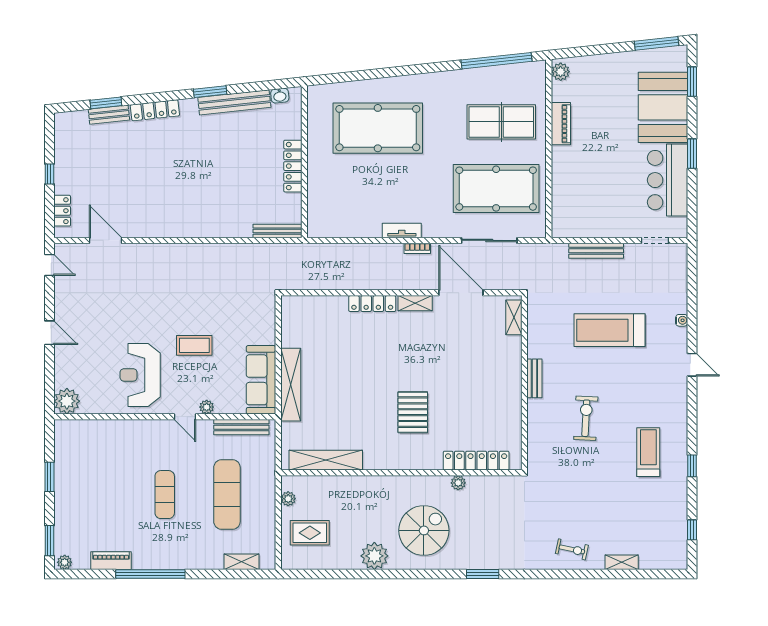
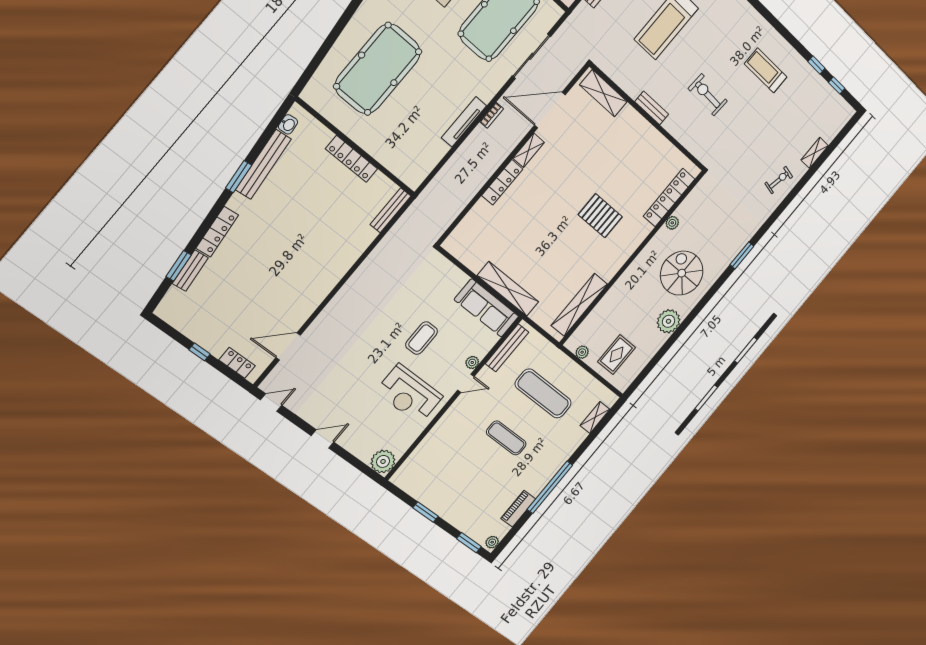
tv unit: (402, 230) -> (464, 122), width x1.41
shelving: (514, 317) -> (603, 93), width x1.50, depth x1.33
window: (692, 466) -> (816, 65), moved

